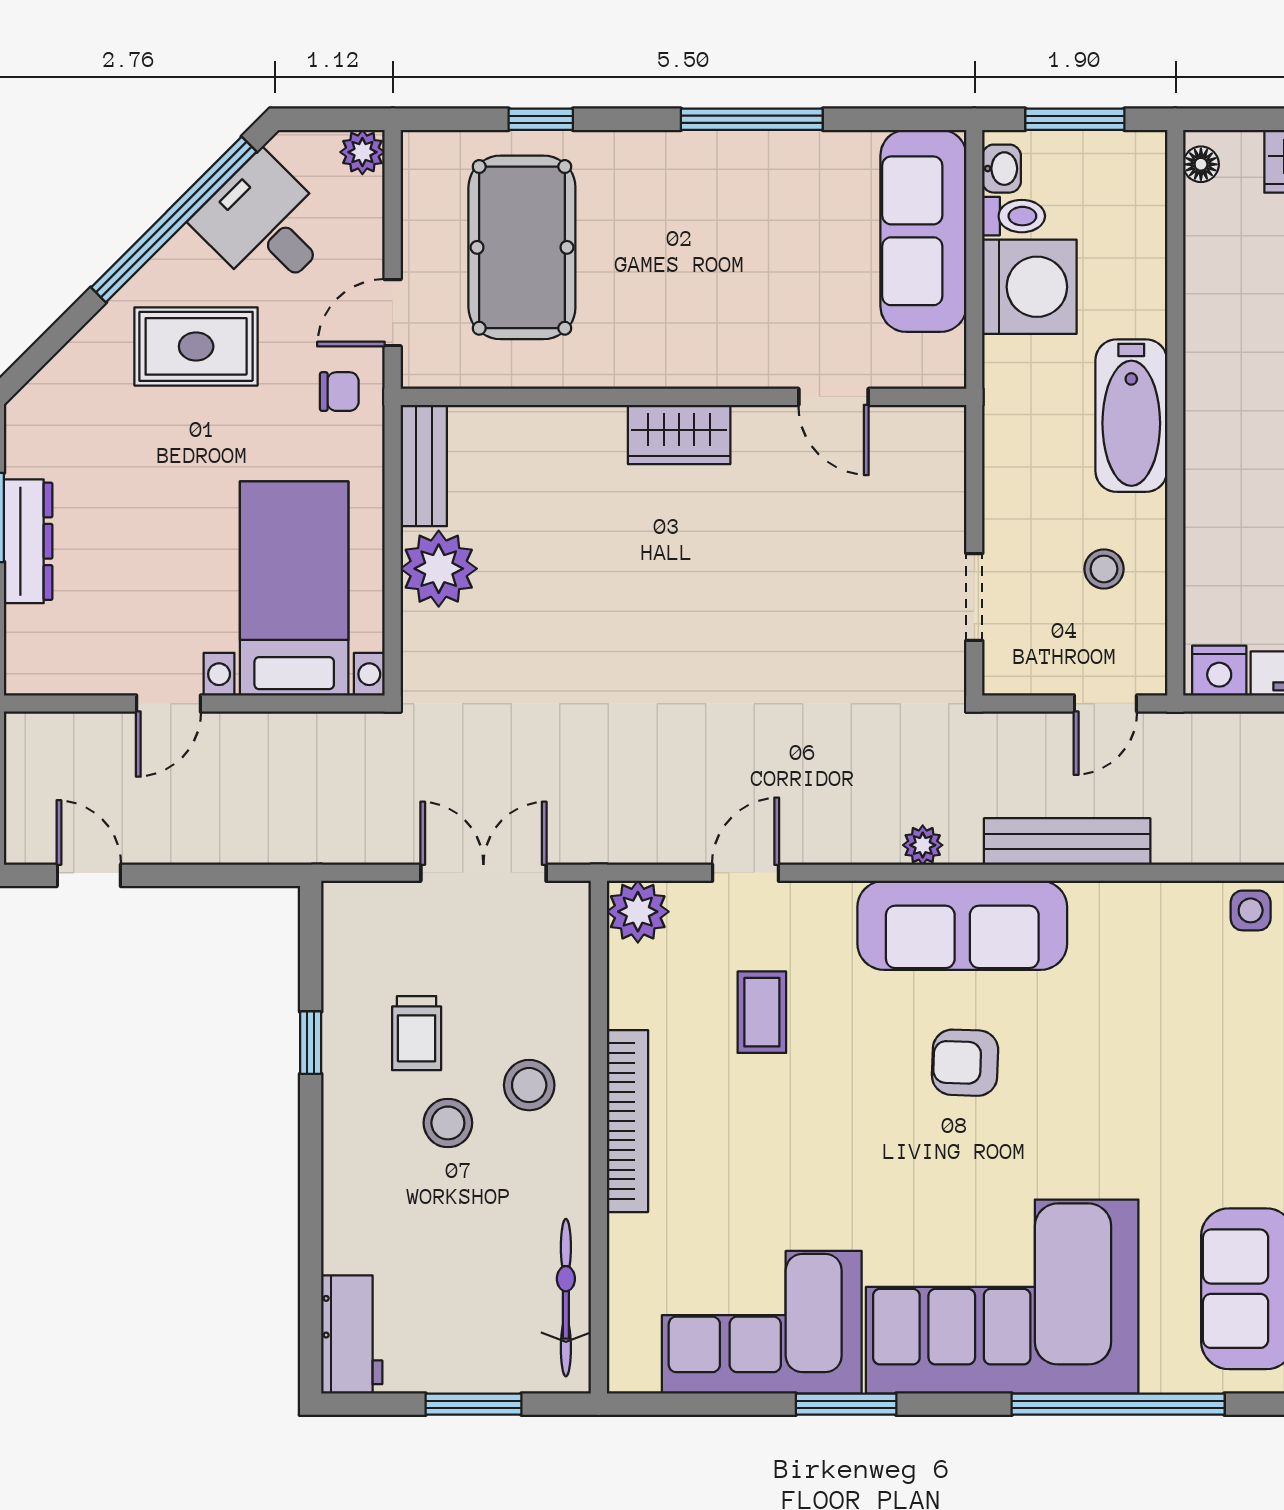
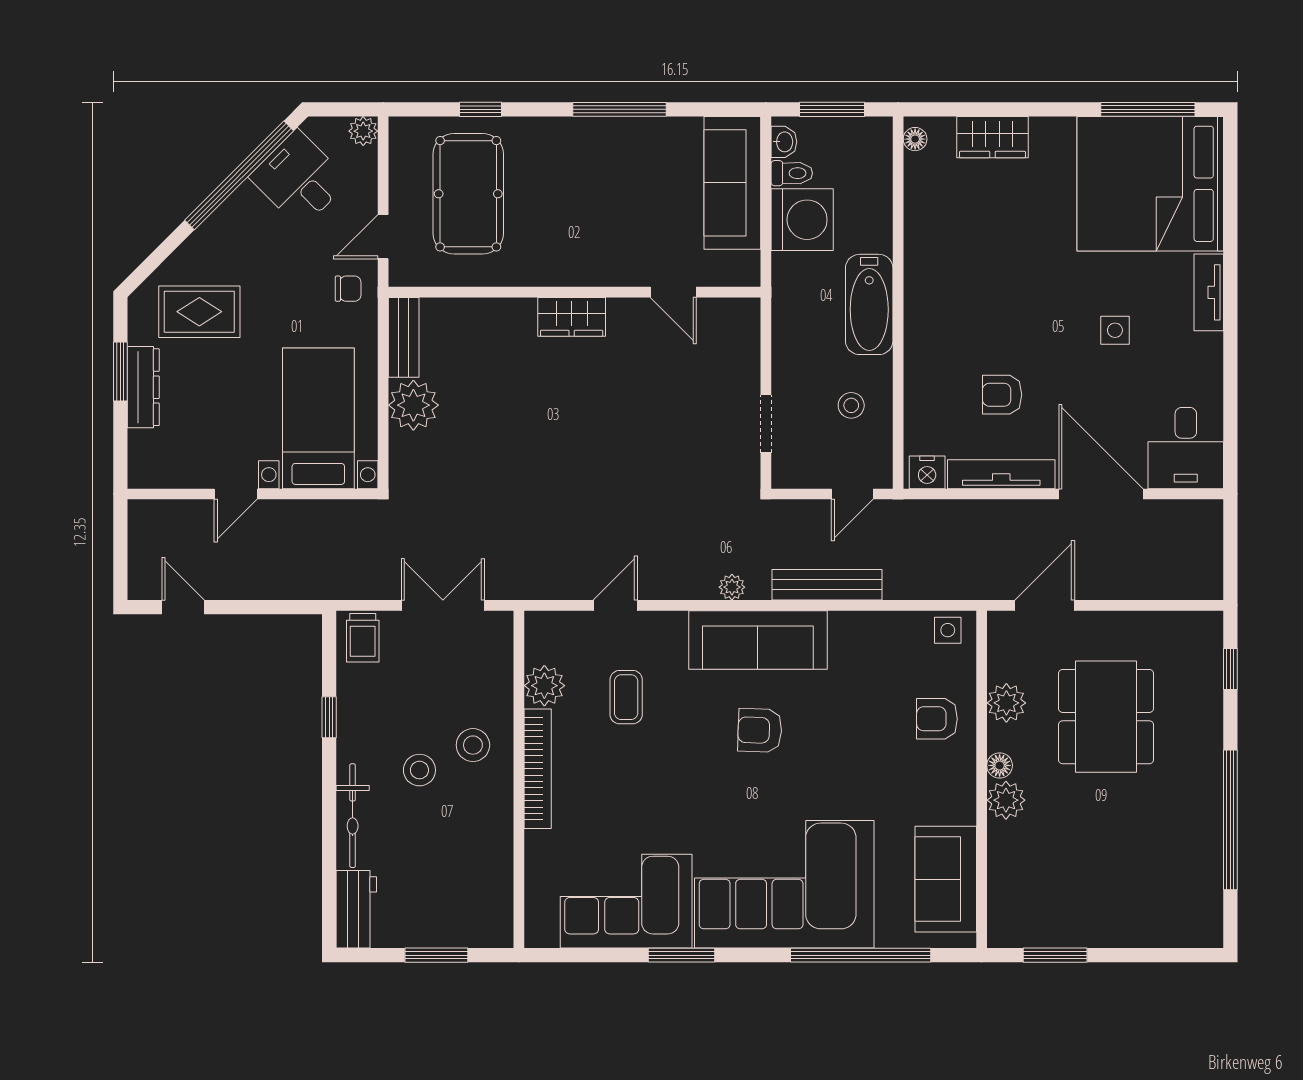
rug: (196, 346) -> (199, 312), moved
plant: (638, 912) -> (544, 686), moved
trolley: (417, 1033) -> (363, 638), moved
armchair: (1234, 1045) -> (937, 719), added
bicycle: (566, 1298) -> (353, 816), moved, turned 180

